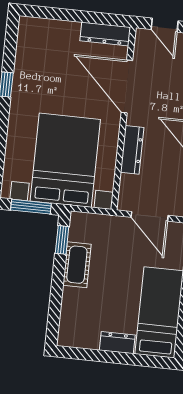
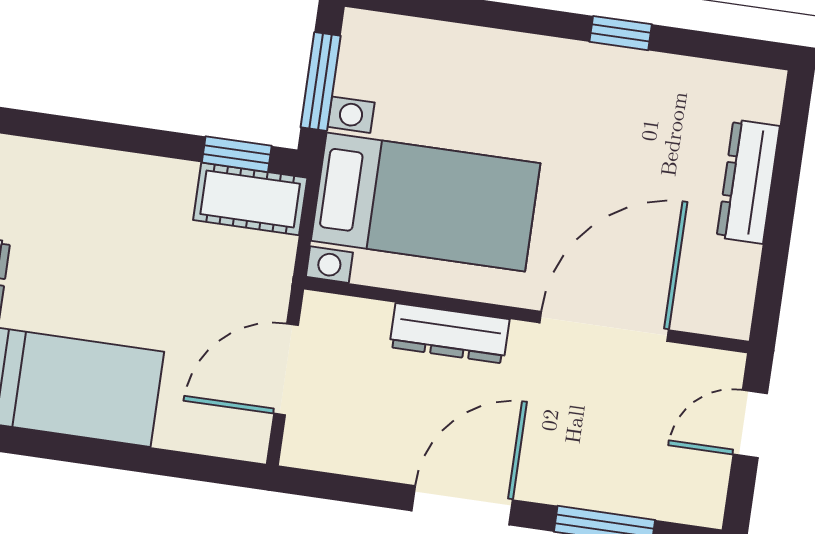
dresser: (105, 34) -> (748, 182), moved
bed with nightstands: (65, 160) -> (426, 202), width x0.73
cot: (77, 265) -> (250, 199), moved

